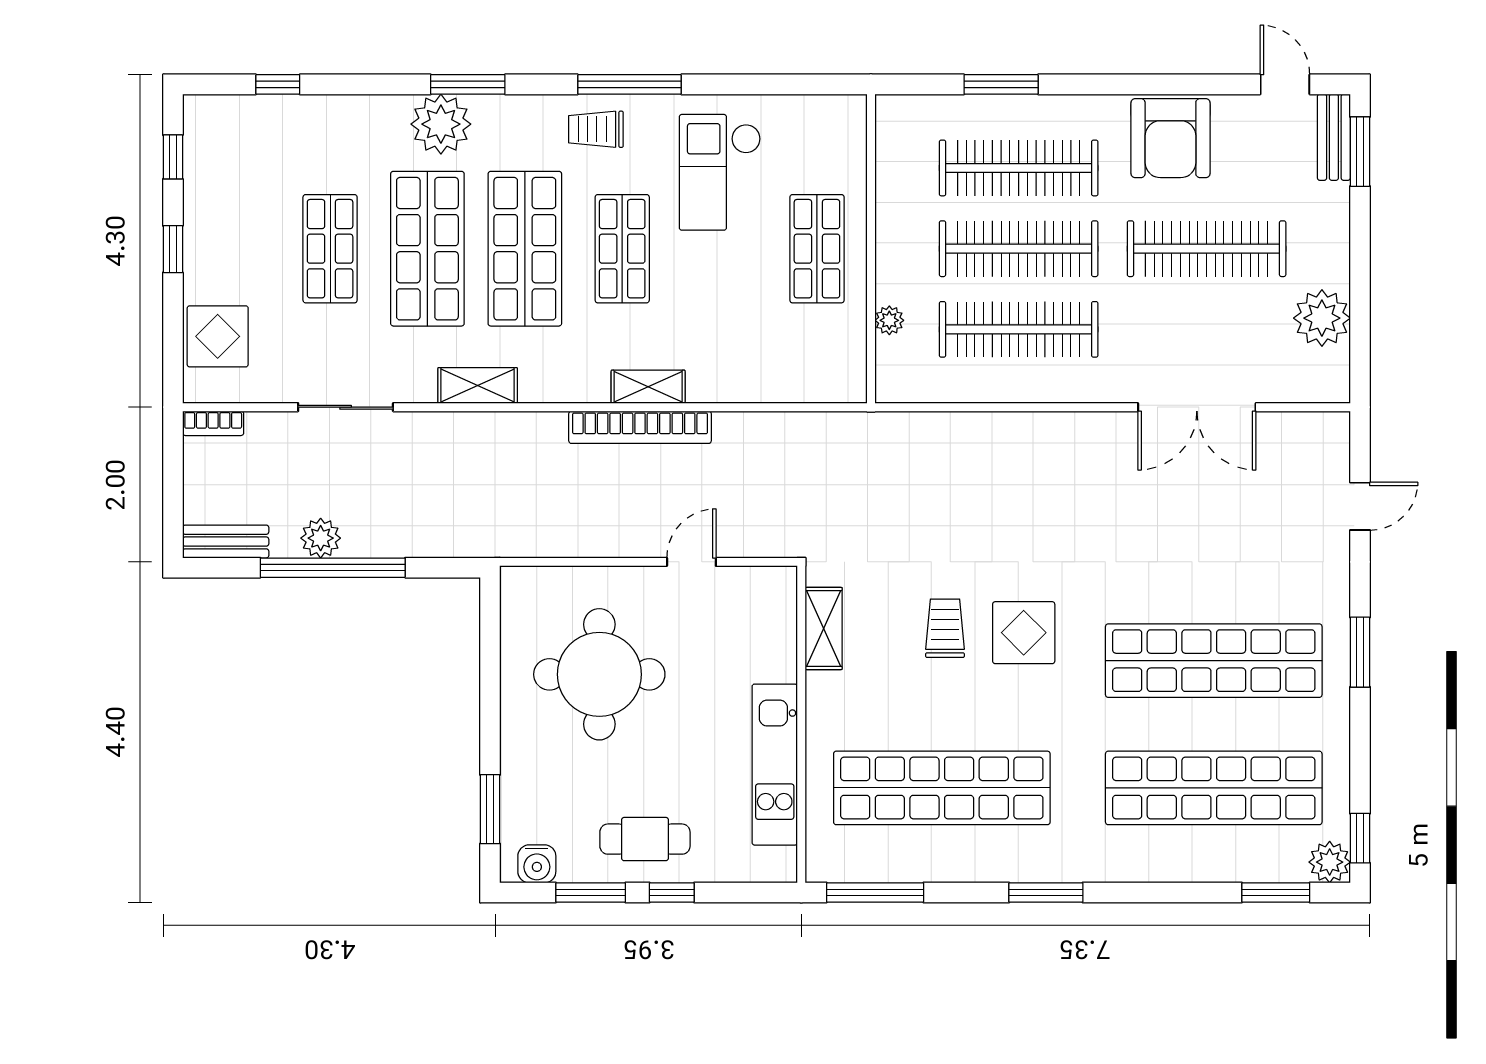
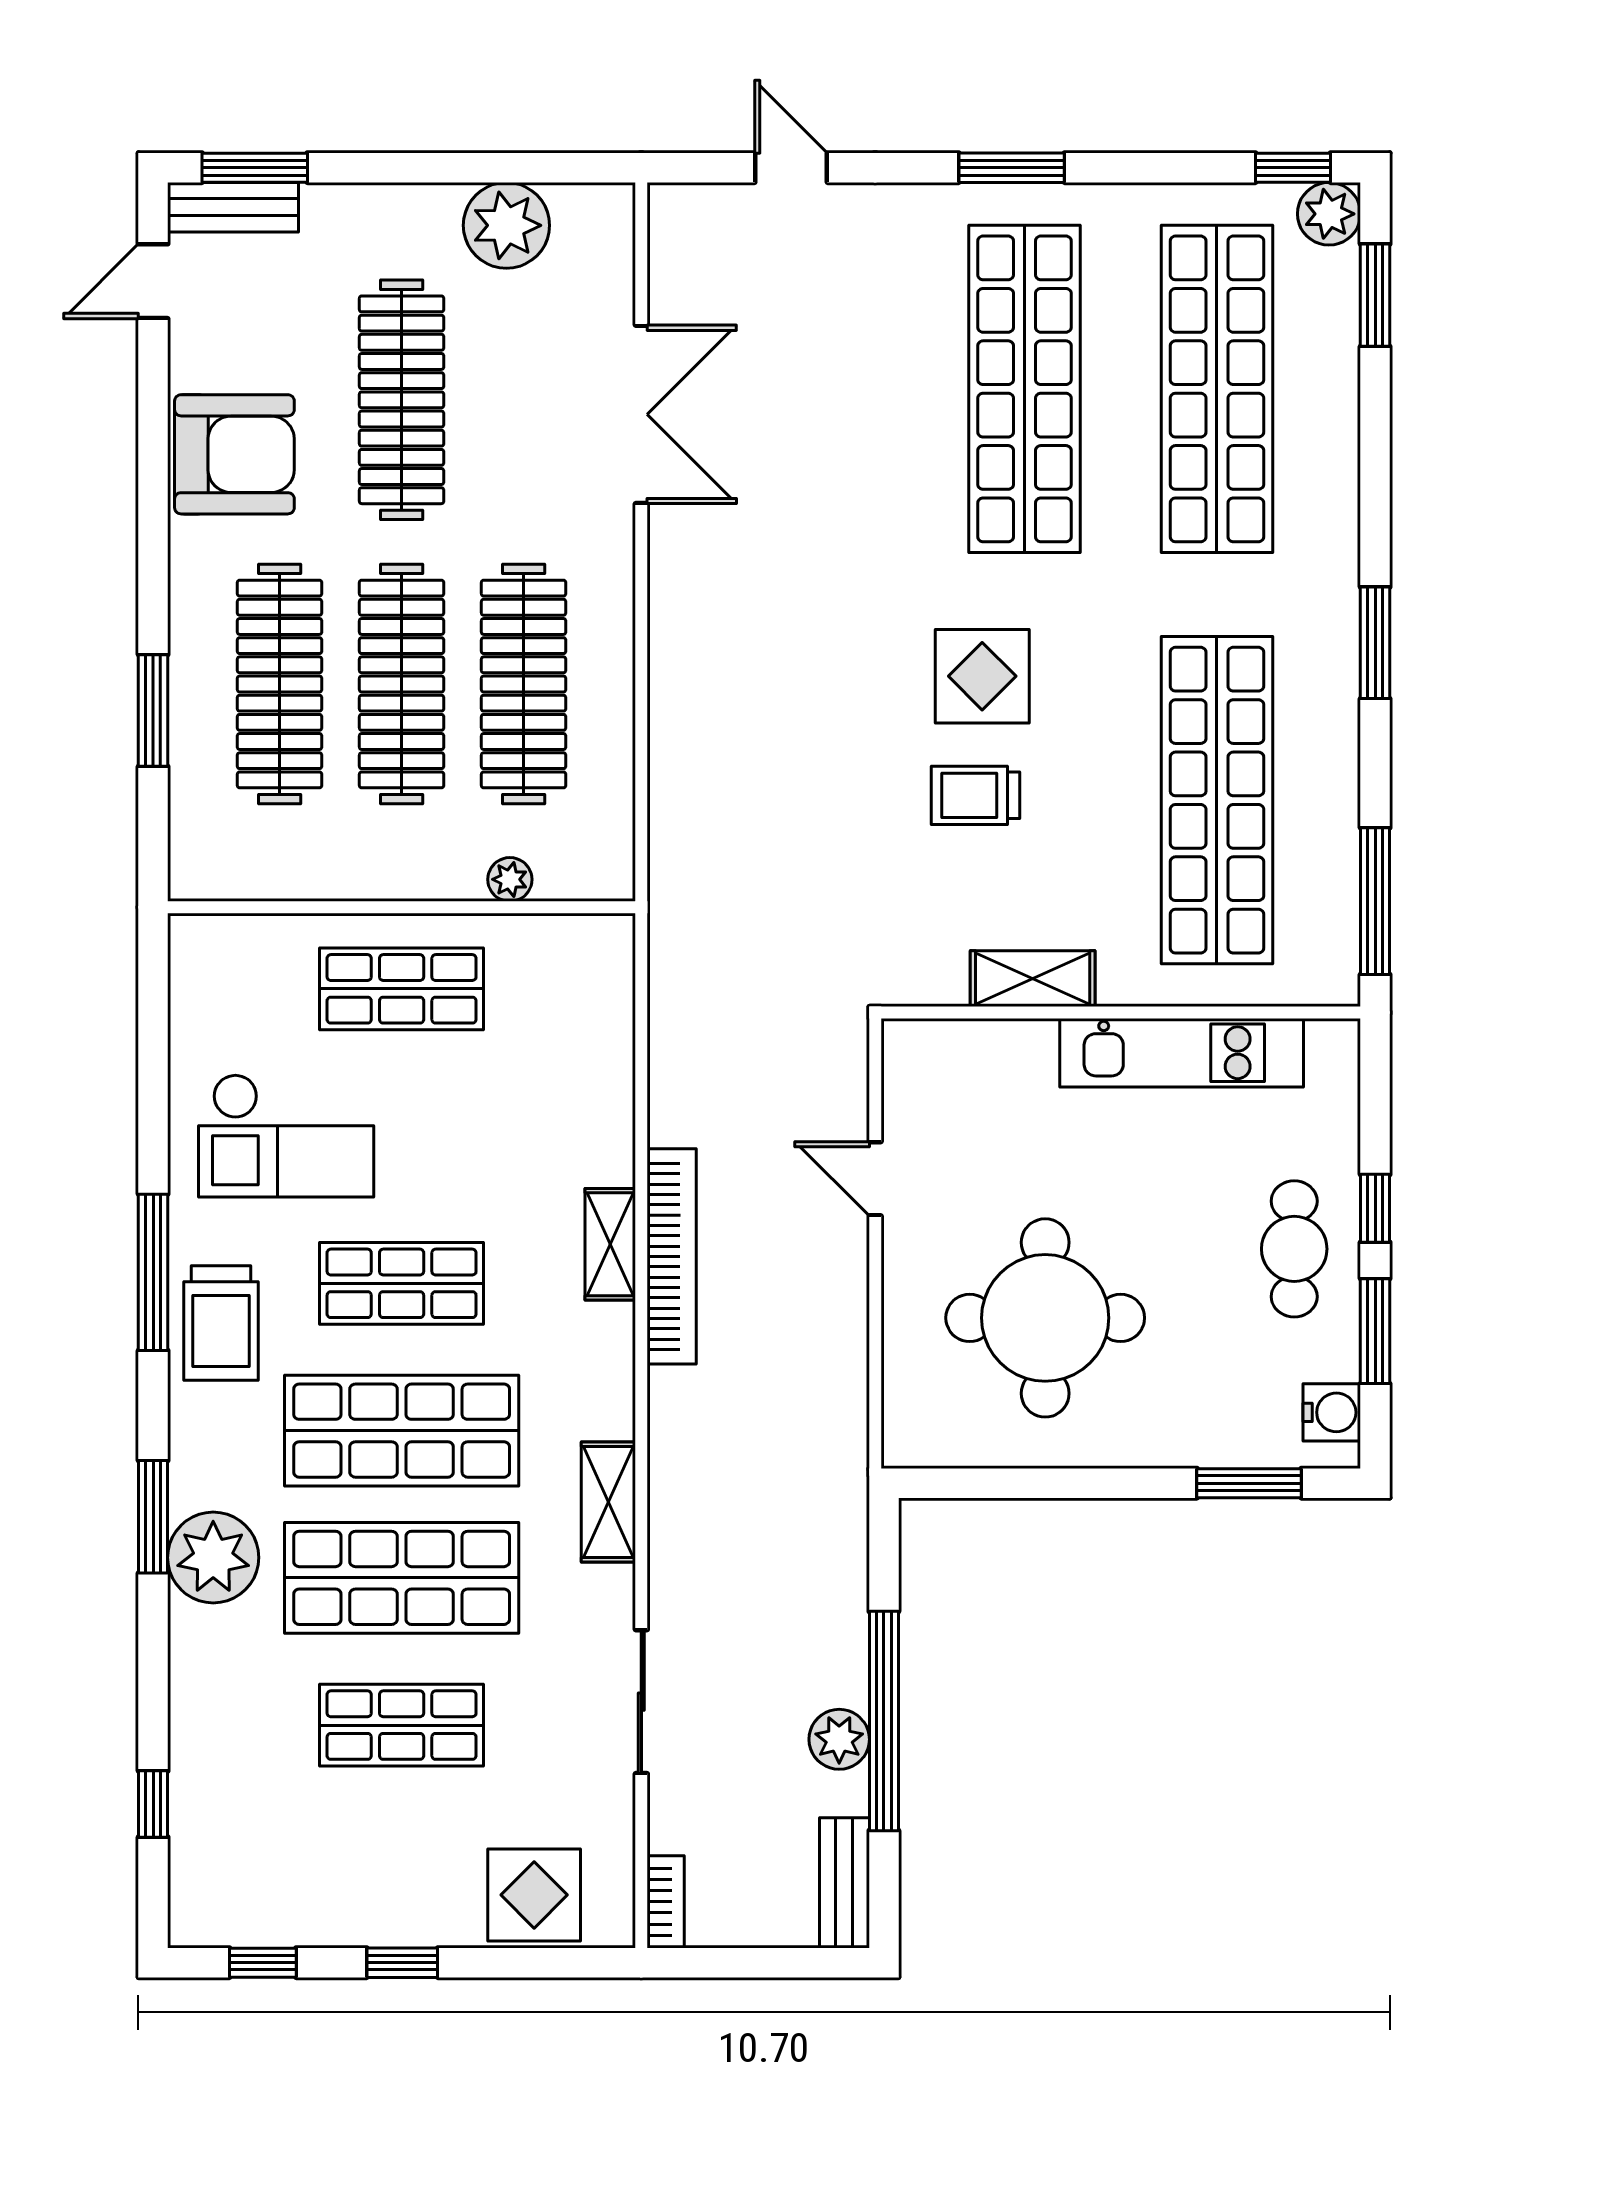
trolley: (596, 129) -> (221, 1323), width x1.36, depth x1.39
shelving: (824, 628) -> (1033, 979), moved

